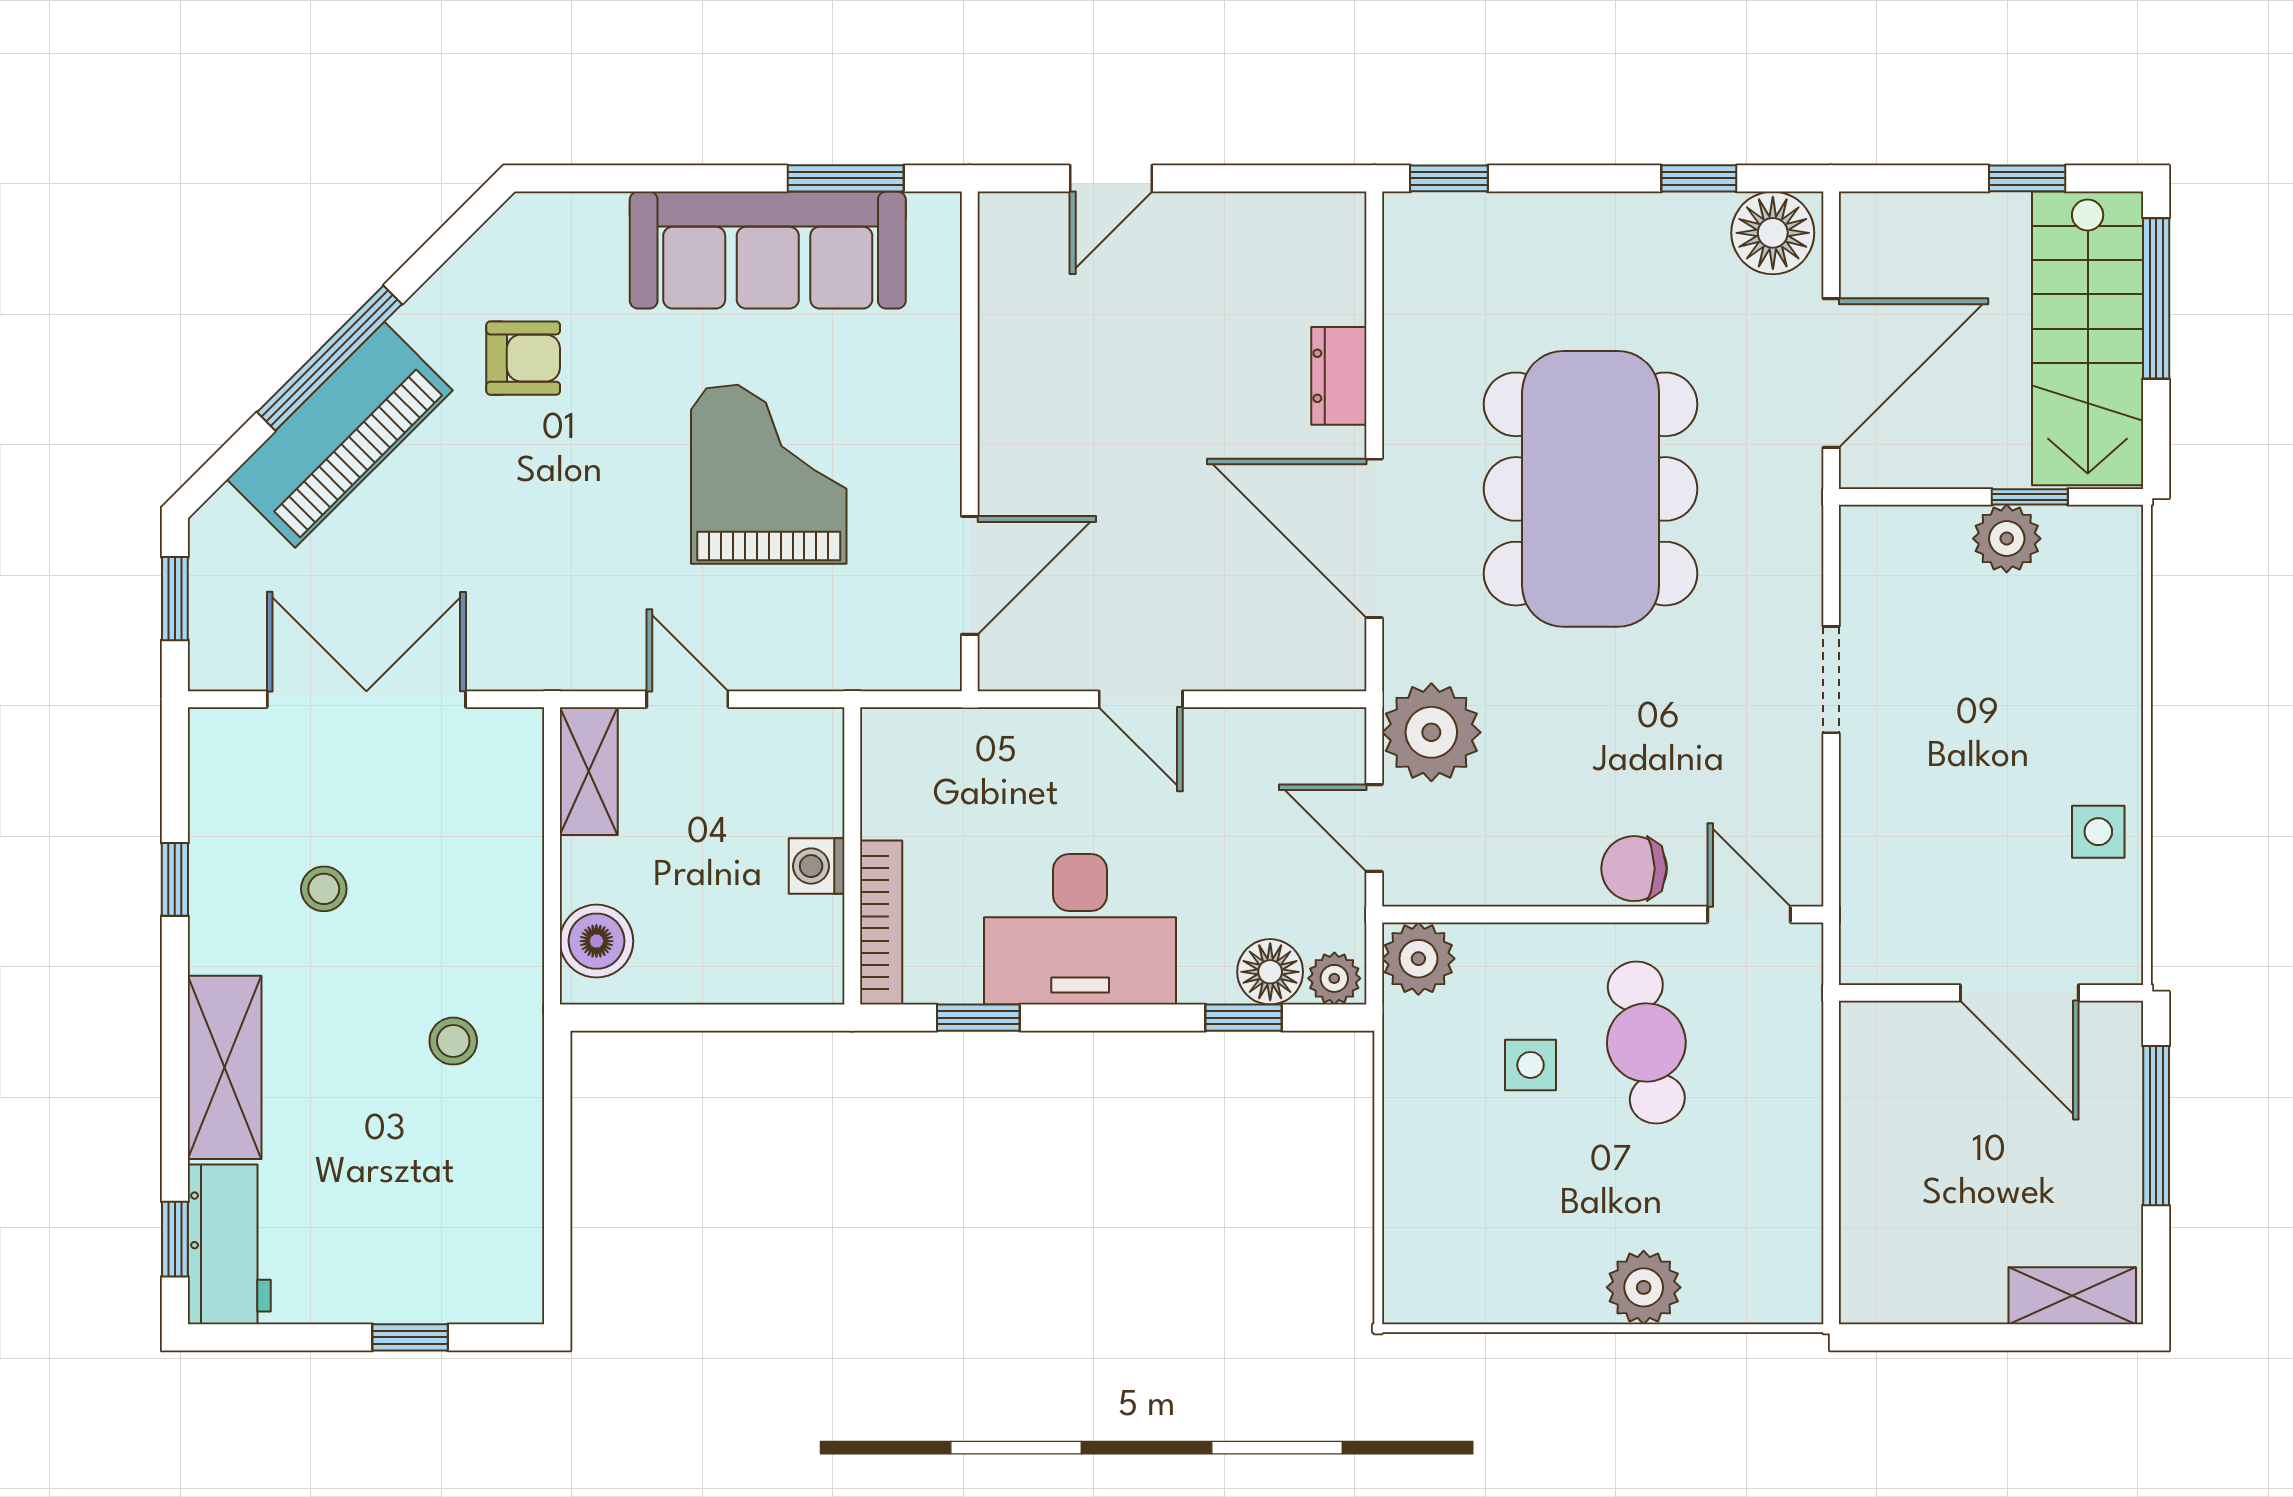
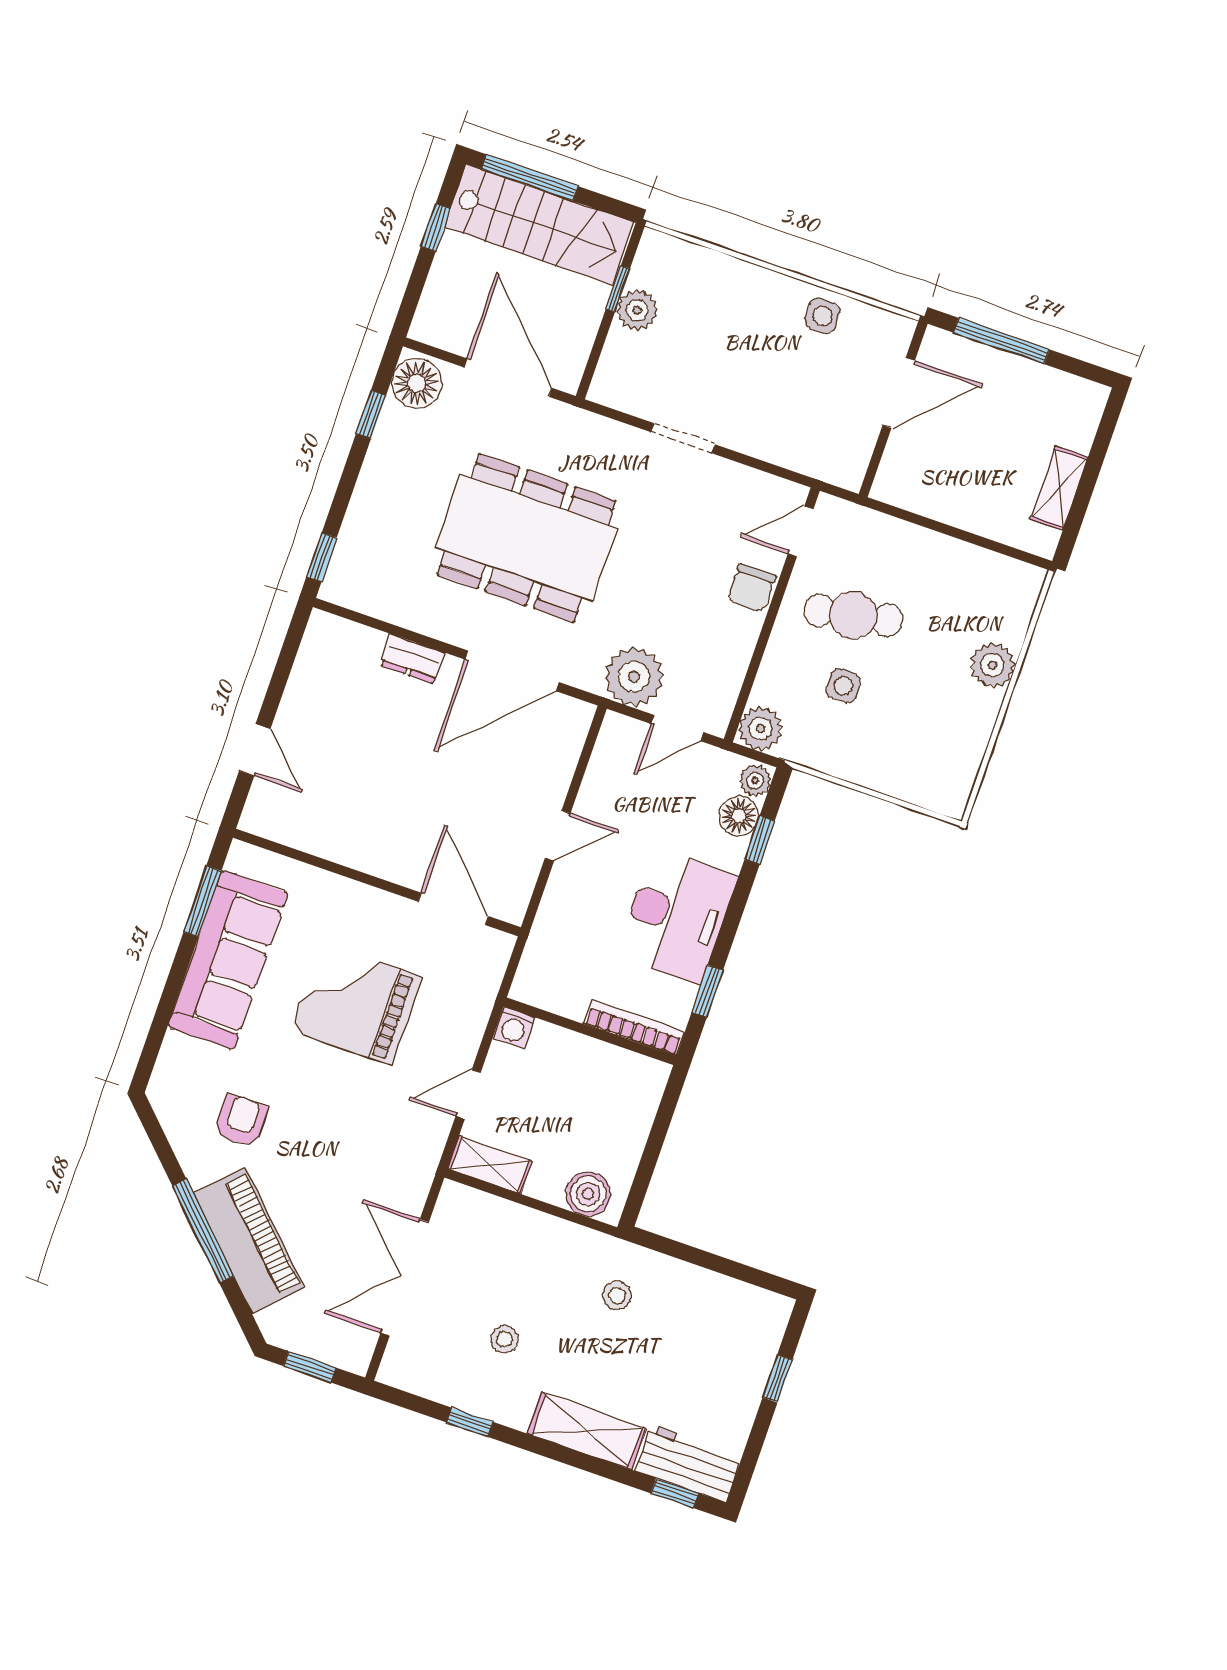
washing machine: (817, 866) -> (514, 1028), moved
shelving: (2072, 1296) -> (1059, 488), moved

